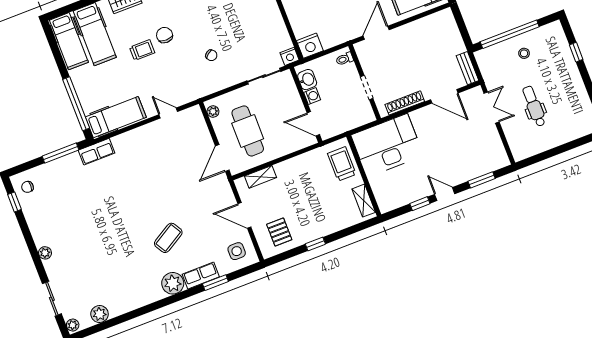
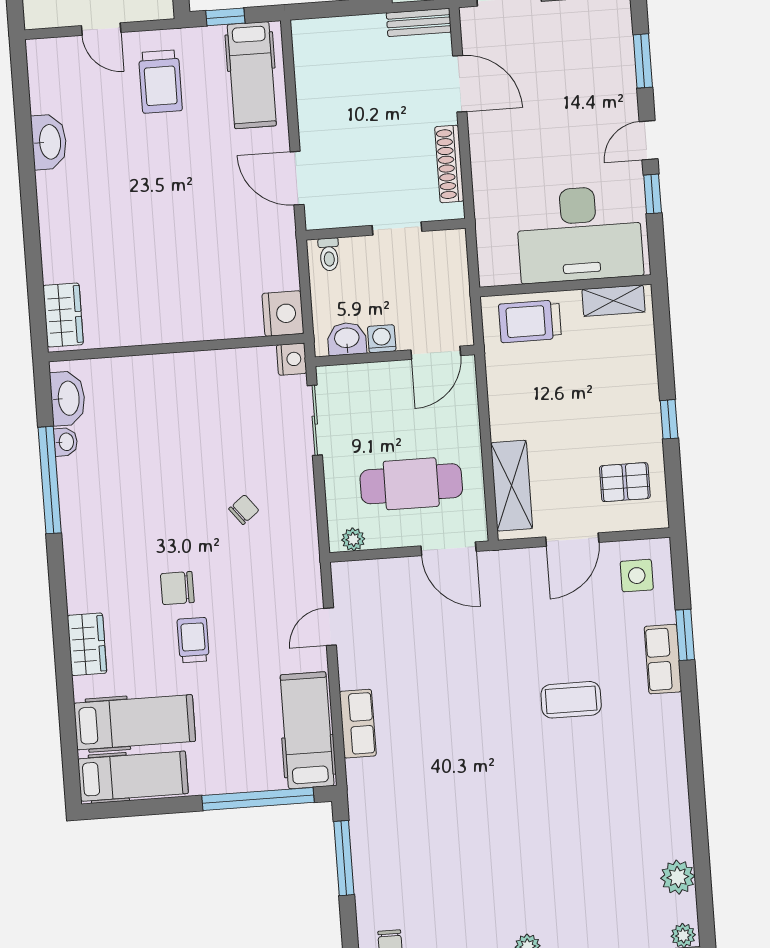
door: (444, 96) -> (460, 84), hinge flipped
desk: (387, 145) -> (579, 234), moved, turned -90
row of seats: (97, 152) -> (358, 724), moved
shelving: (260, 177) -> (512, 486), width x1.50, depth x1.33
coffee table: (168, 238) -> (571, 700), turned -59
plant: (173, 283) -> (661, 718), removed

